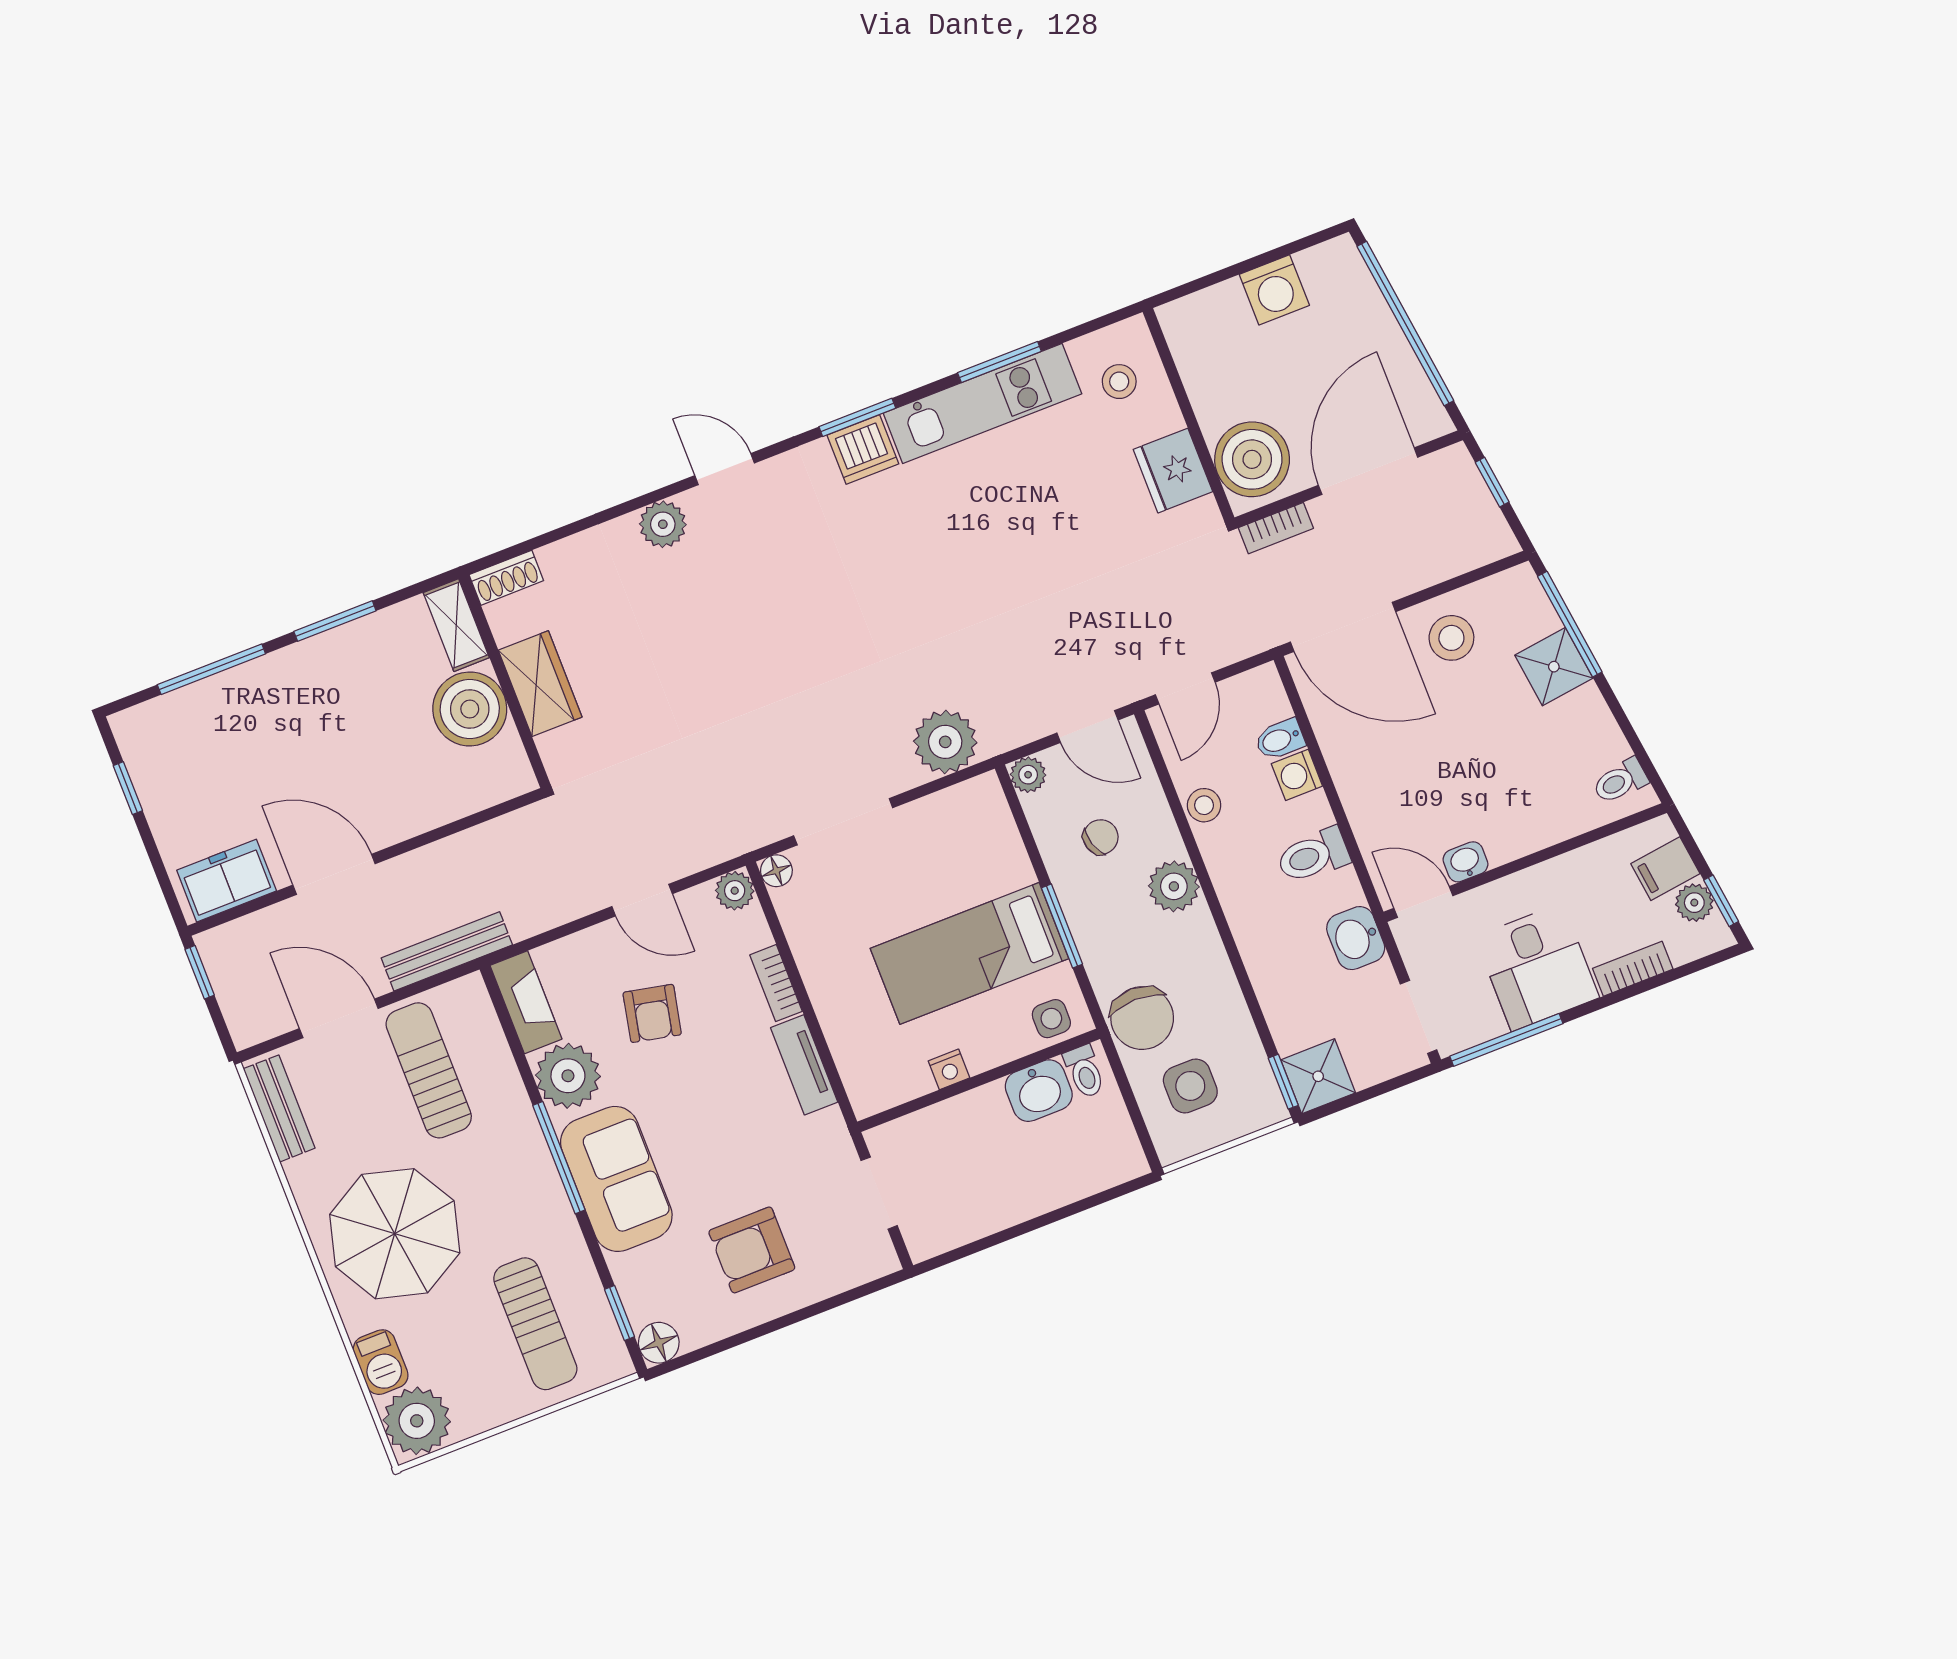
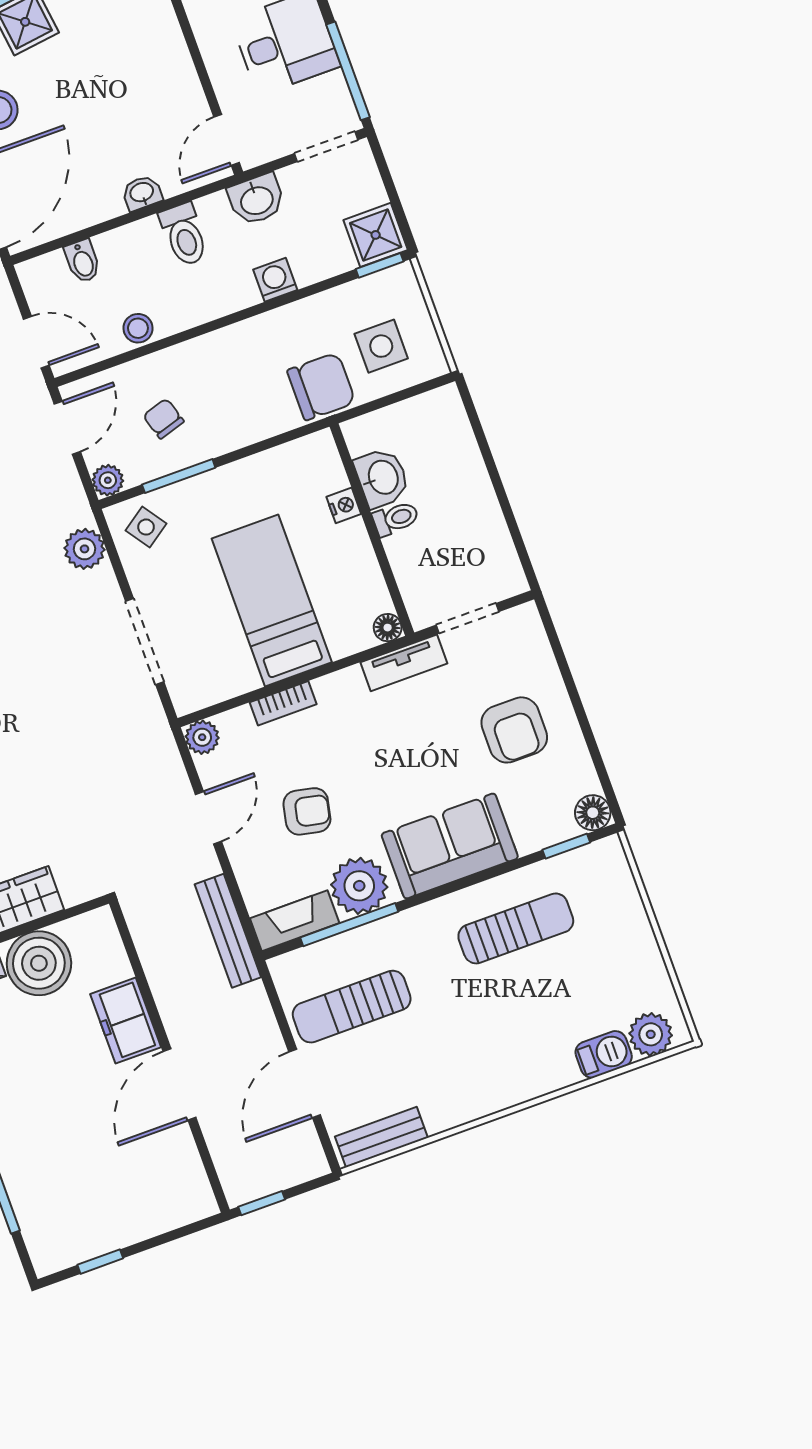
plant: (945, 742) -> (85, 549), width x0.73, depth x0.73
washing machine: (1297, 775) -> (275, 280), moved, turned 180
washbasin: (1466, 862) -> (142, 193), moved, turned 90
floor lamp: (776, 871) -> (388, 628), moved
freezer: (227, 881) -> (126, 1021), moved
plant: (1174, 886) -> (208, 356), removed
window: (1062, 926) -> (179, 476), moved
bench: (447, 951) -> (228, 931), moved
bed: (969, 953) -> (272, 600), moved, turned 180
side table: (1051, 1019) -> (146, 527), moved, turned -35
tv unit: (804, 1065) -> (404, 663), moved
nightstand: (949, 1069) -> (344, 505), moved
toilet: (1084, 1071) -> (396, 518), moved
window: (559, 1158) -> (349, 925), moved
parasol: (395, 1234) -> (493, 1039), removed
sun lounger: (535, 1324) -> (516, 928), moved
plant: (417, 1421) -> (651, 1034), width x0.73, depth x0.73

